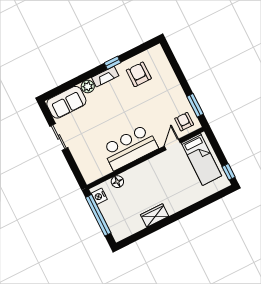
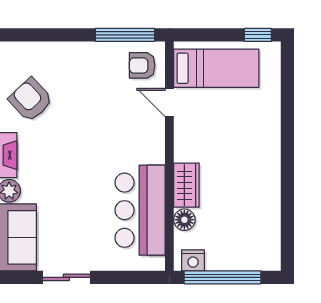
armchair: (139, 74) -> (31, 100), turned 47
window: (195, 105) -> (125, 35), width x1.44
bar counter: (130, 147) -> (140, 210), moved
wardrobe: (155, 215) -> (186, 185), moved, turned 180

